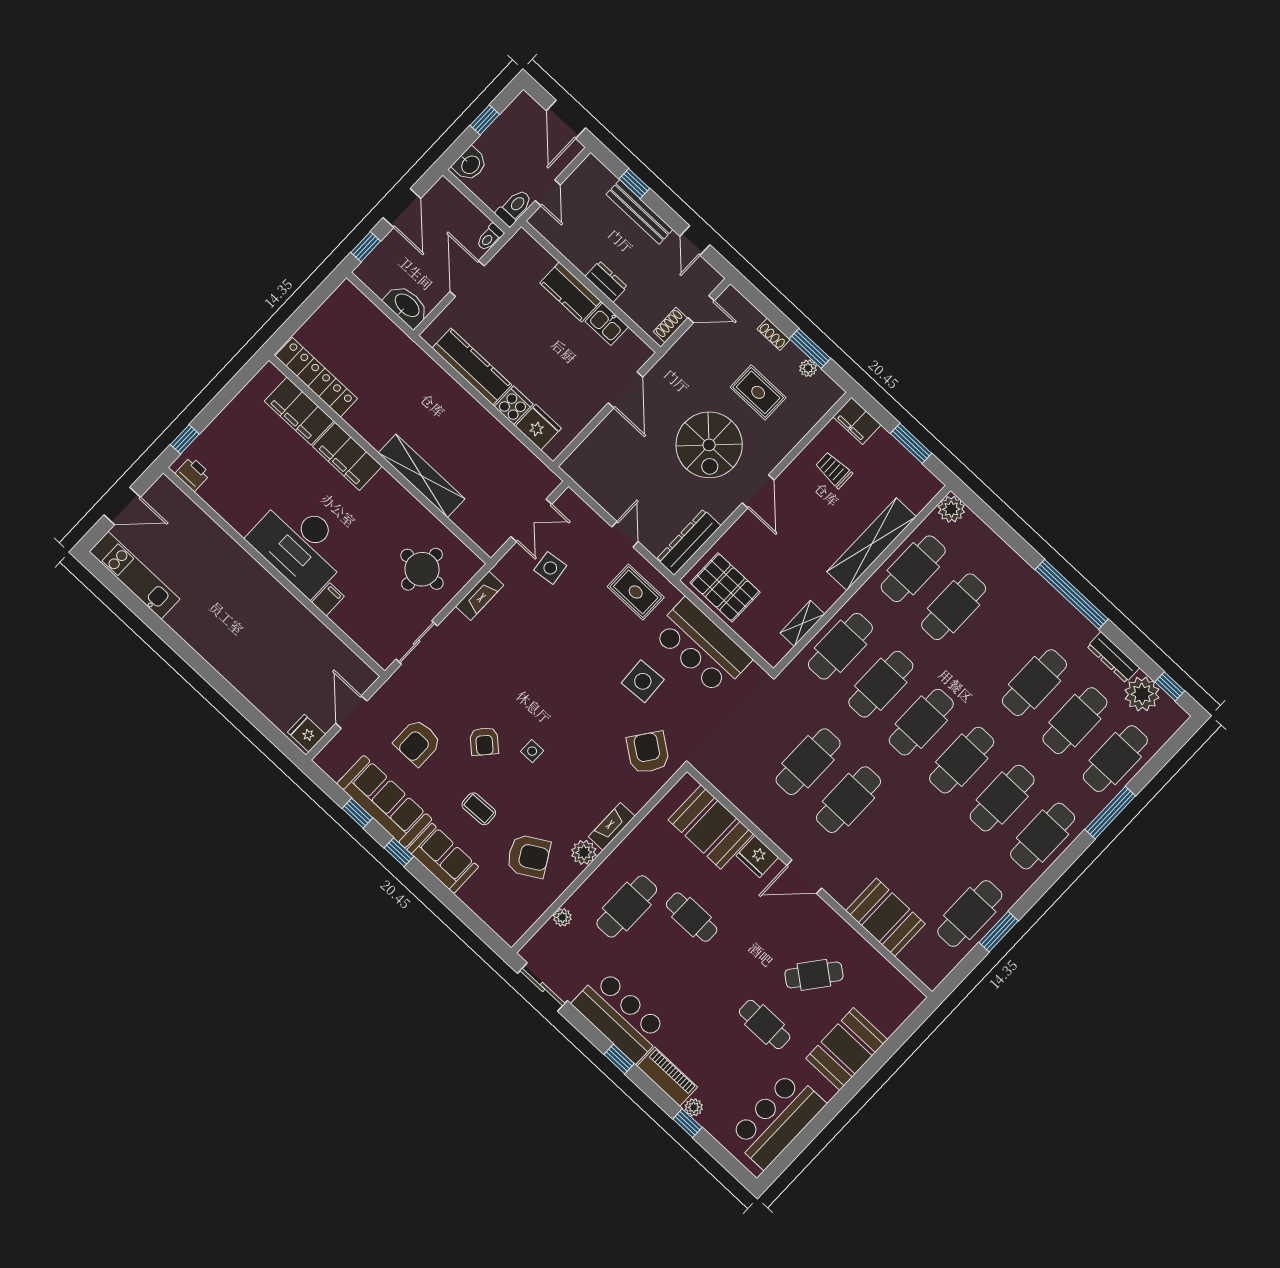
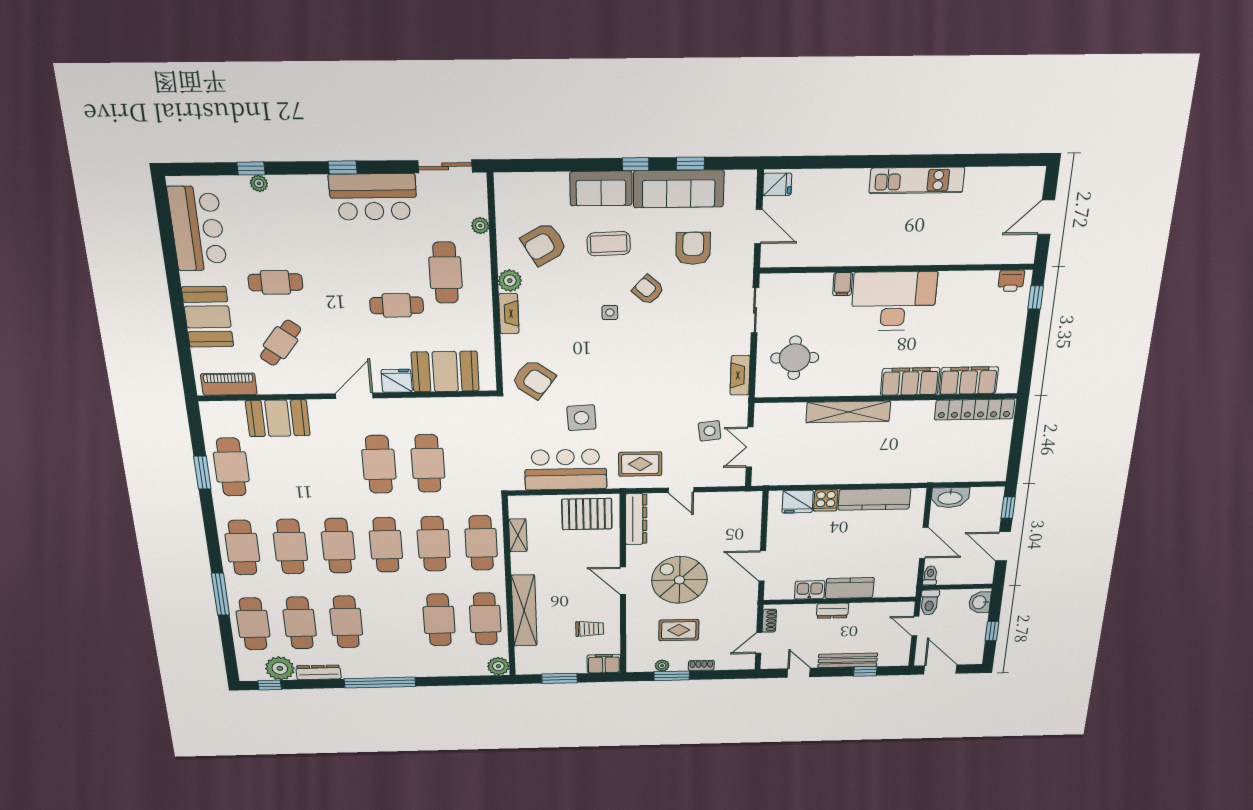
kitchen unit: (135, 575) -> (917, 180), moved
coffee table: (479, 809) -> (609, 244), width x1.36, depth x1.30
piano: (667, 1077) -> (229, 384), moved, turned 180

